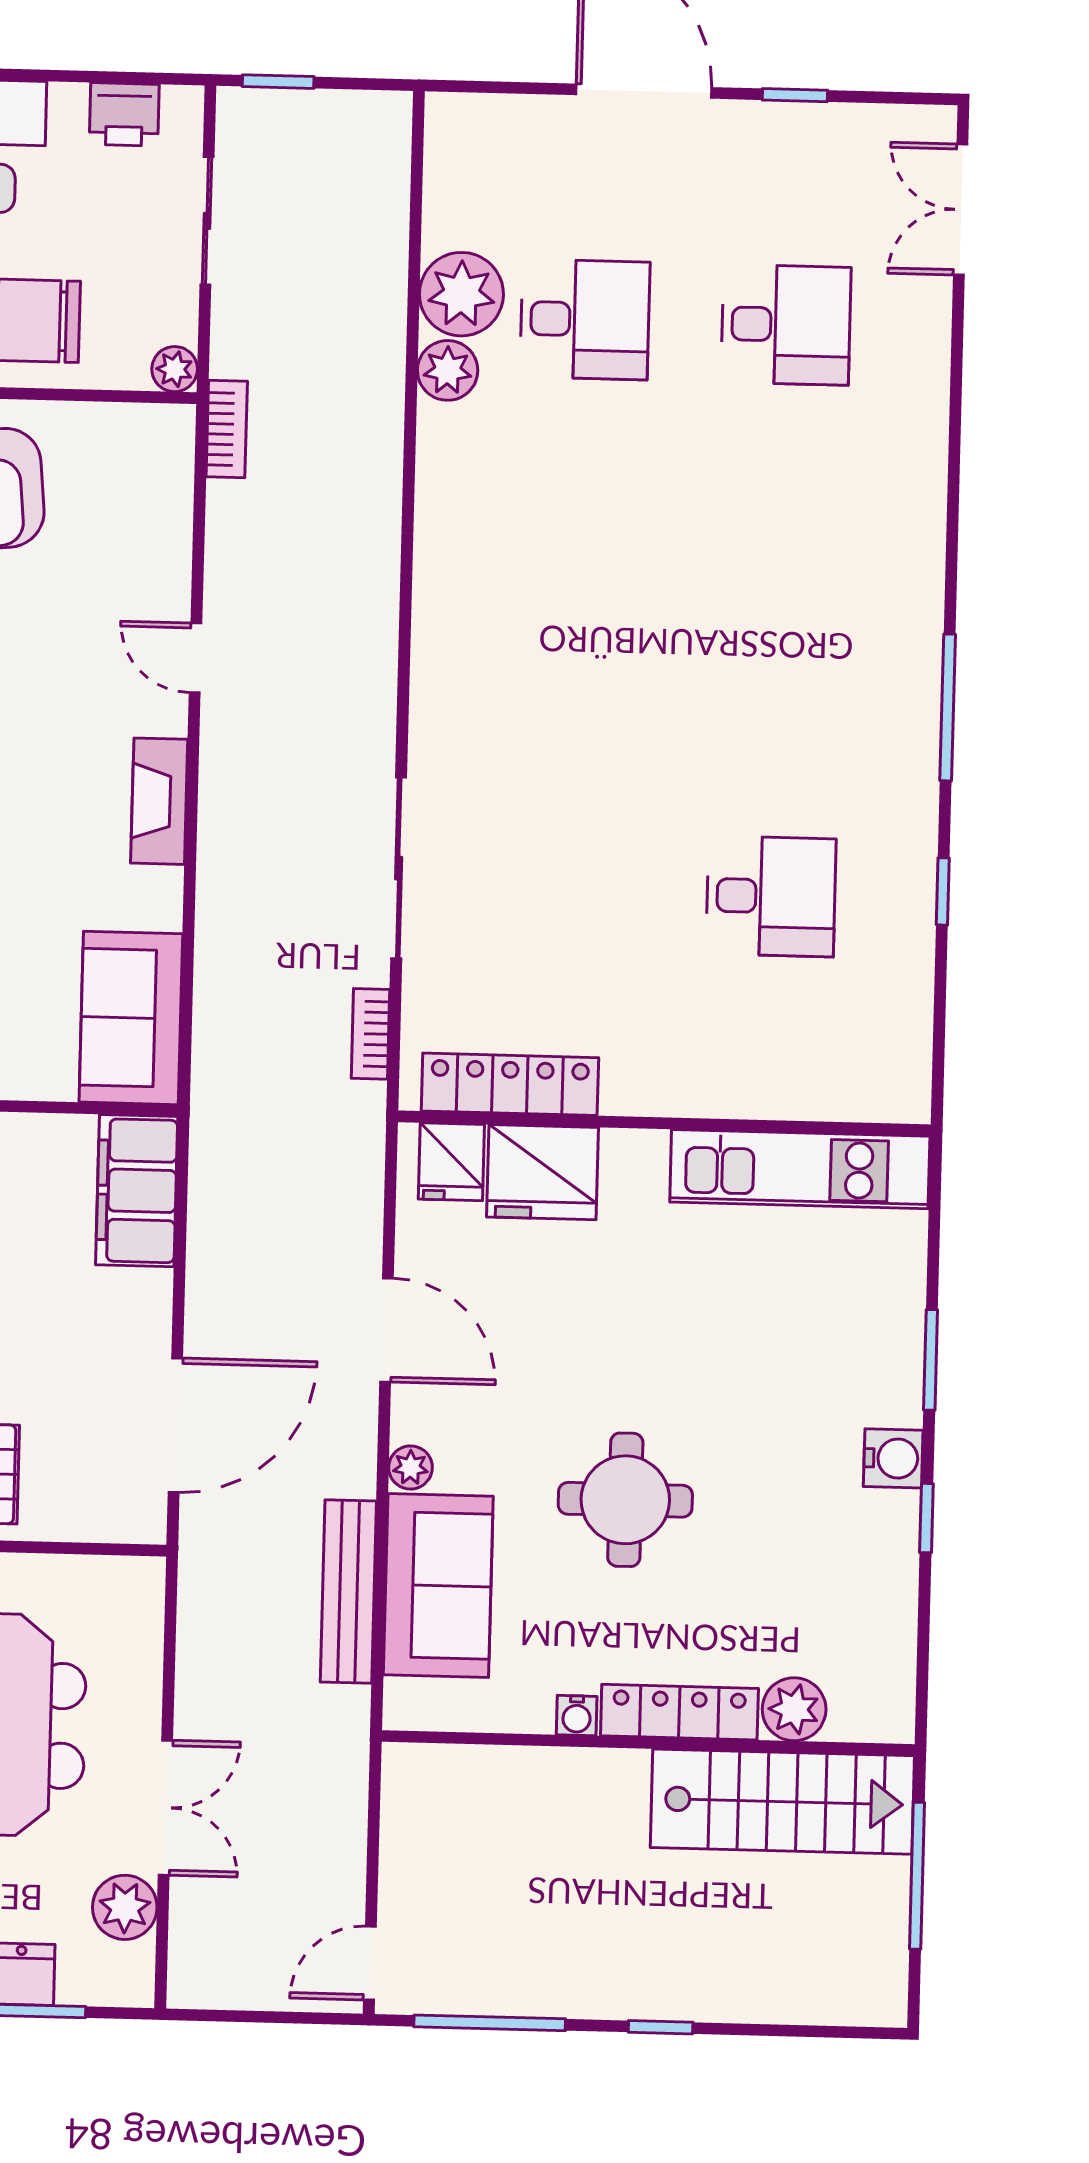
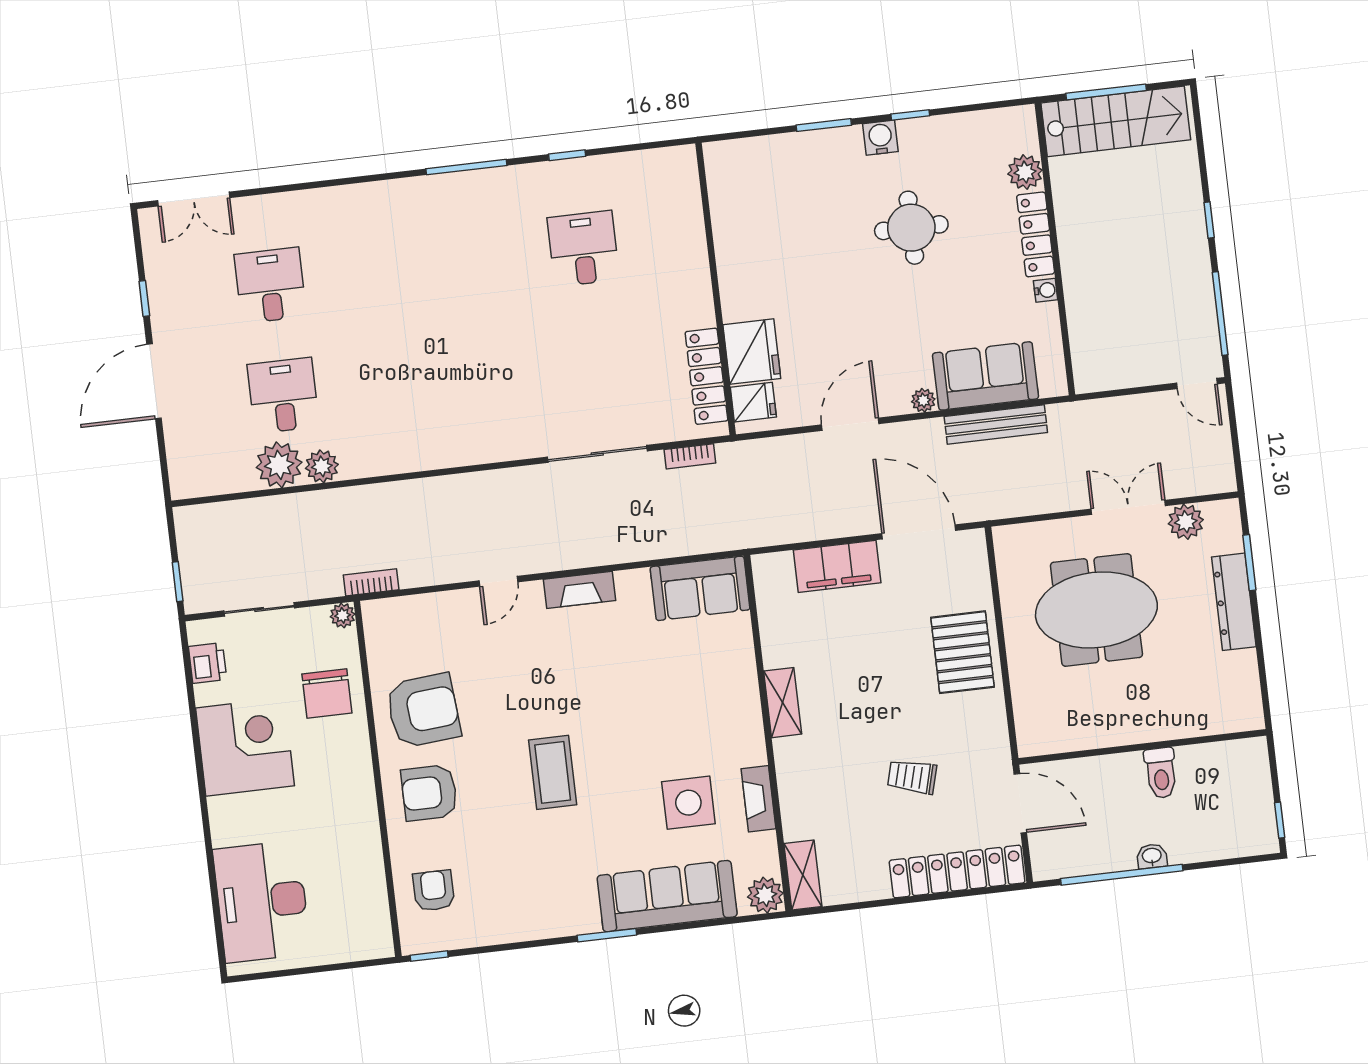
kitchen unit: (800, 1169) -> (730, 211), removed
filing cabinet: (137, 1191) -> (837, 566), moved
round table: (625, 1500) -> (911, 228), moved
stairs: (782, 1802) -> (1116, 121), moved, turned 90

